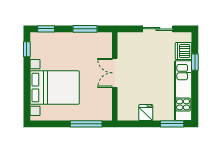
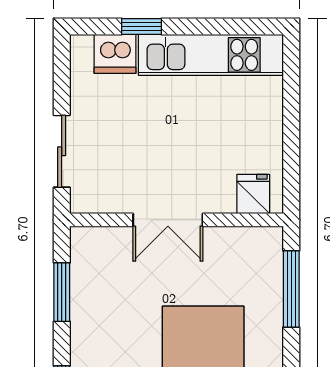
sliding door: (158, 29) -> (62, 151), moved
fridge: (146, 113) -> (253, 194), moved, turned 90
window: (172, 124) -> (291, 81), removed

